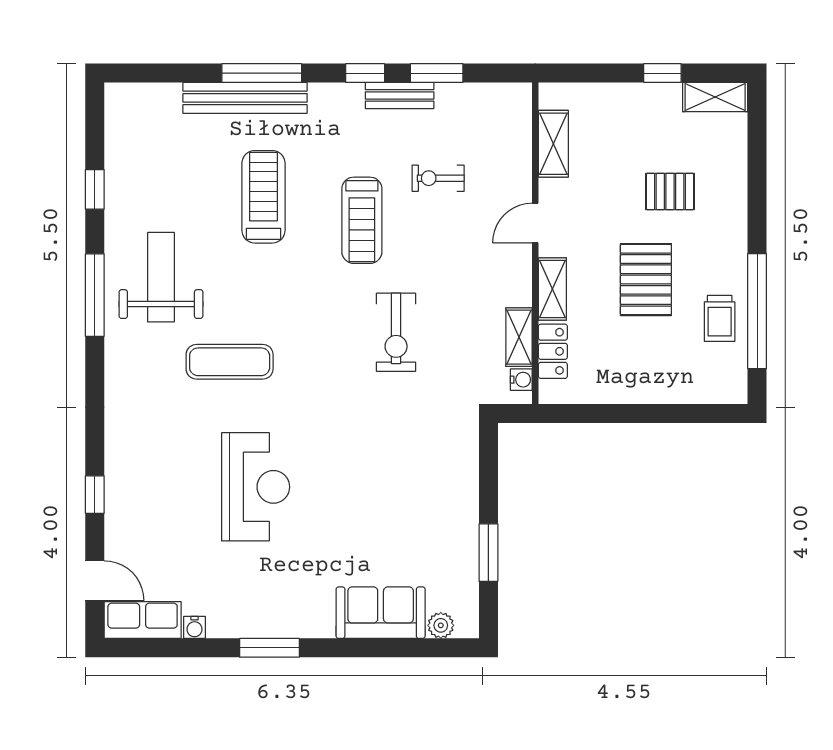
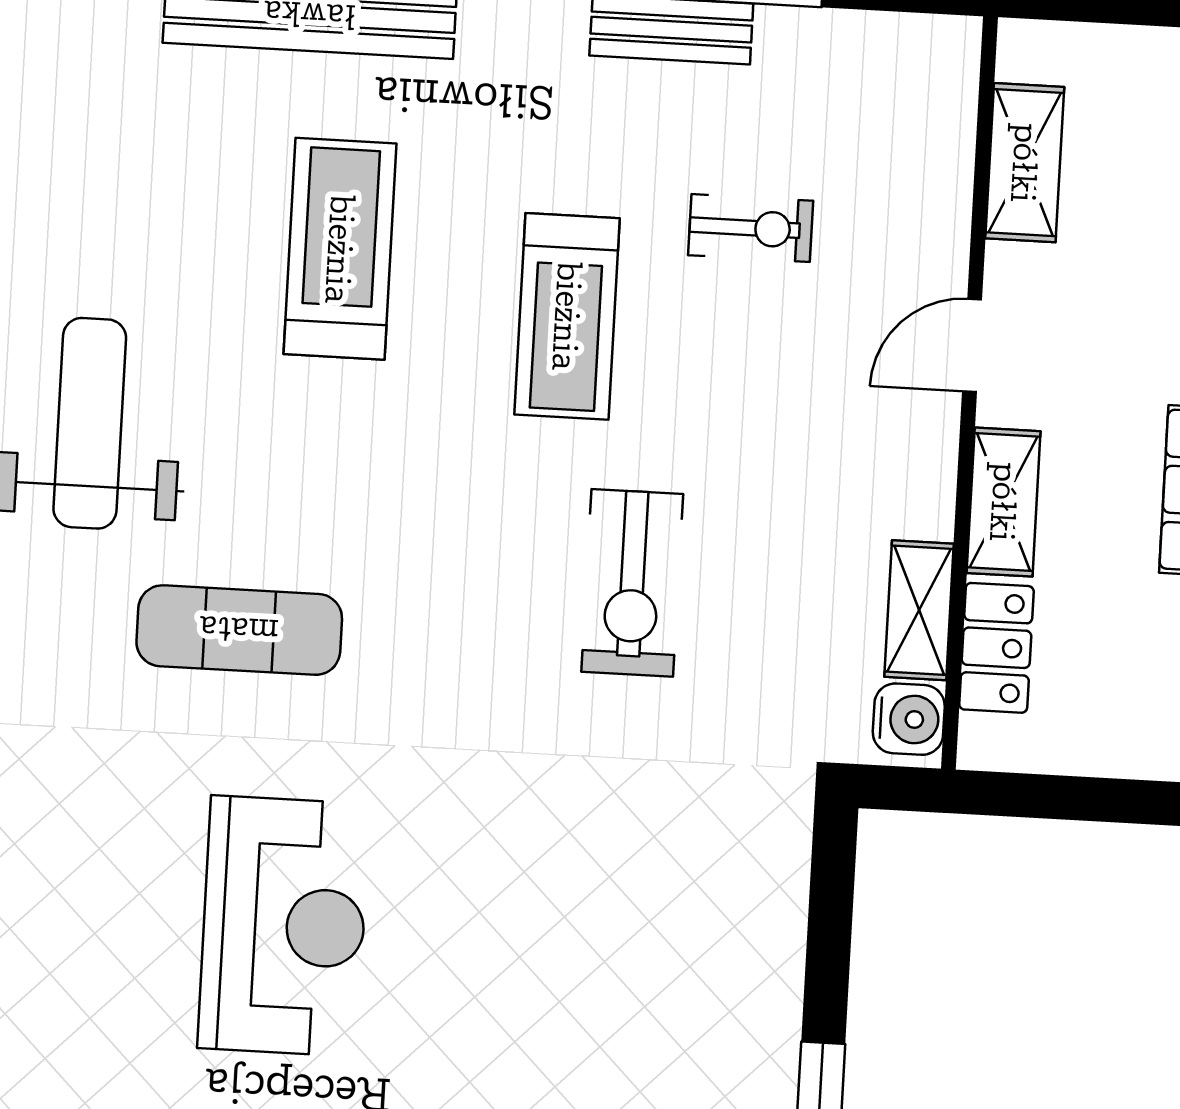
exercise bike: (438, 178) -> (751, 228), turned 180
water cooler: (521, 380) -> (909, 719), width x1.38, depth x1.38

